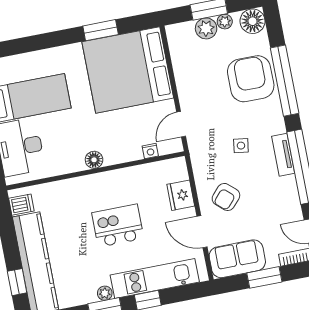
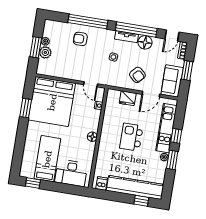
floor lamp: (252, 21) -> (145, 42), moved
armchair: (251, 79) -> (80, 39), width x0.53, depth x0.53

